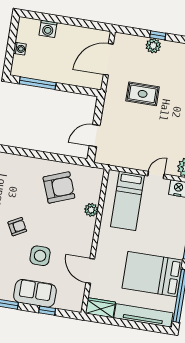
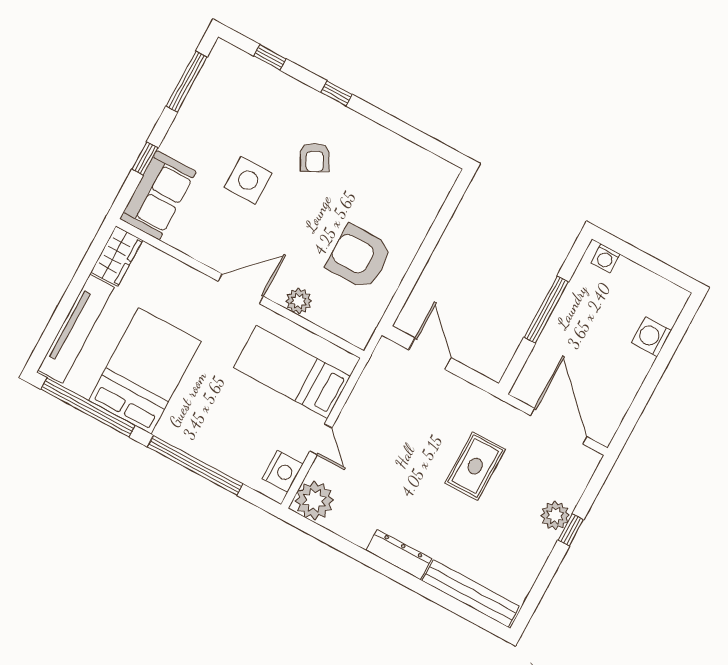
washing machine: (20, 49) -> (606, 258), moved
window: (38, 83) -> (546, 310), moved
armchair: (59, 187) -> (359, 257), turned 111
door: (90, 271) -> (241, 289), moved
sofa: (35, 293) -> (158, 195), moved

